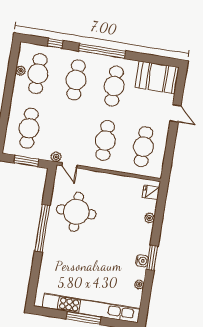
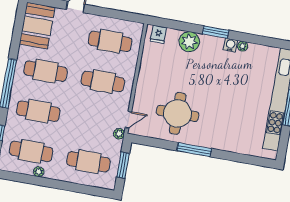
plant: (20, 71) -> (39, 172), moved
plant: (150, 218) -> (189, 42), width x1.87, depth x1.87
window: (42, 228) -> (194, 150), width x0.68
window: (152, 258) -> (216, 32), moved
plant: (139, 284) -> (243, 46), moved

